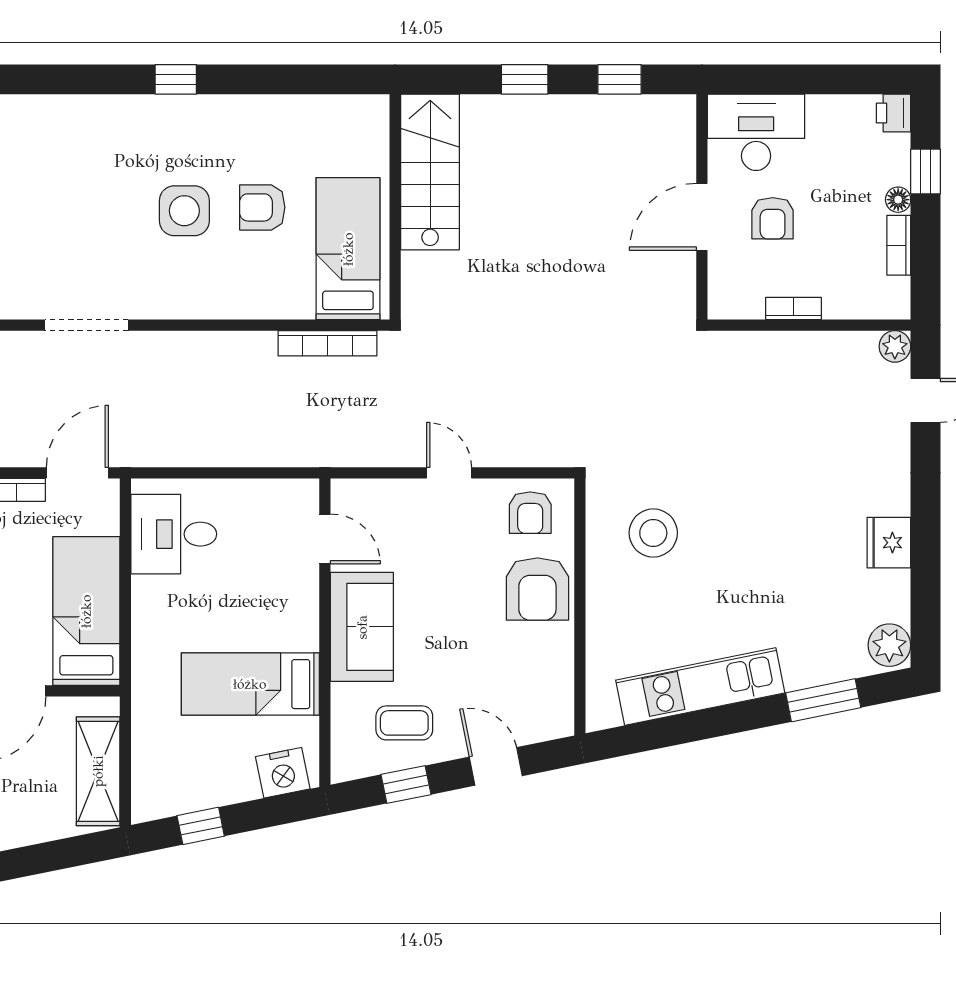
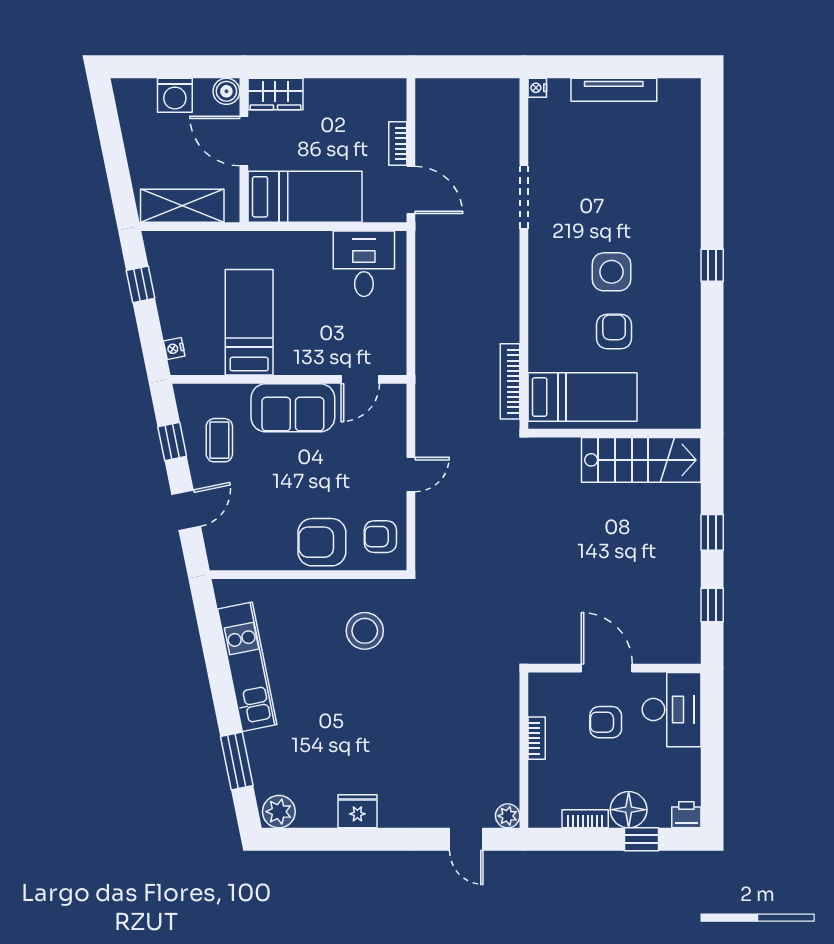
floor lamp: (898, 200) -> (629, 810), width x1.89, depth x1.89
nightstand: (283, 773) -> (174, 349), width x0.53, depth x0.56

